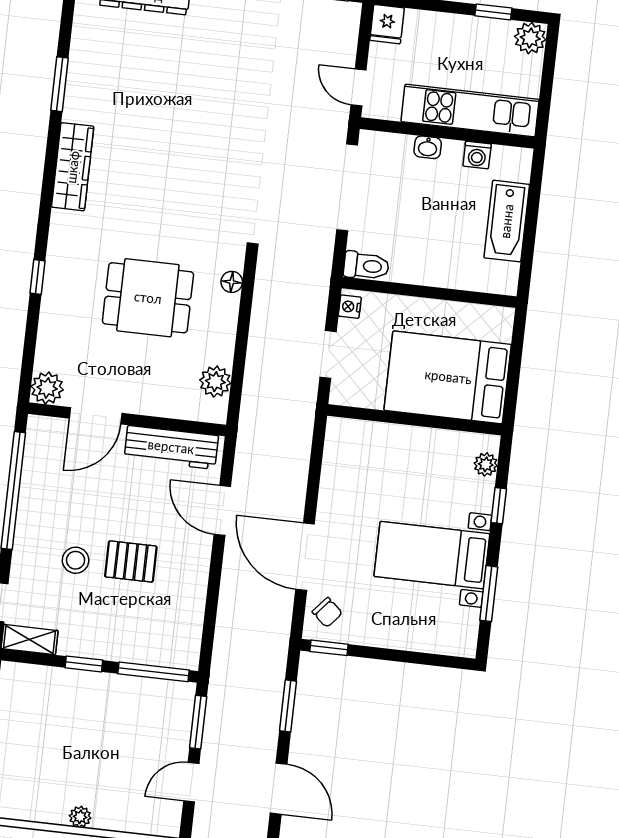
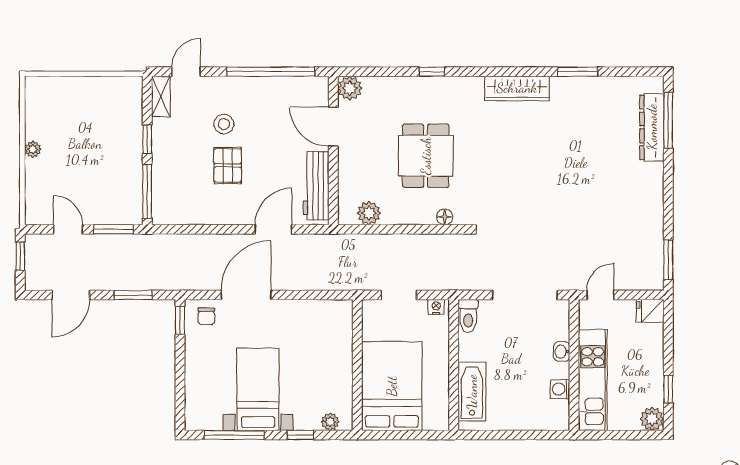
bathtub: (507, 221) -> (472, 392), moved, turned 90
window: (489, 594) -> (234, 435), width x1.44
chair: (327, 612) -> (206, 316), turned -41

